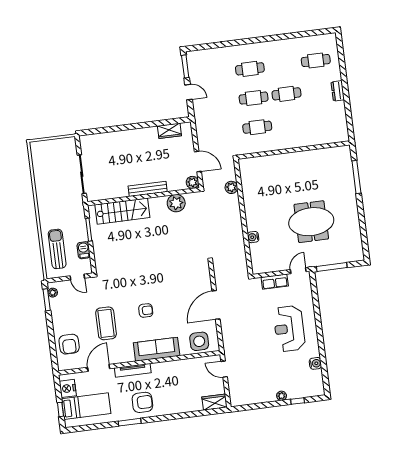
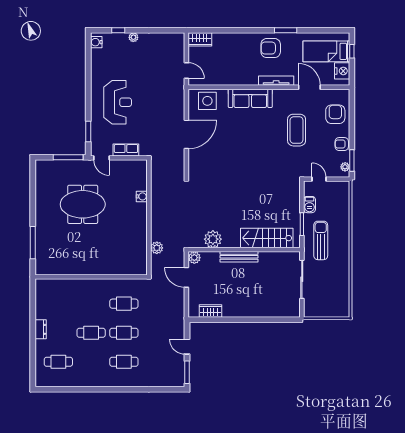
sun lounger: (57, 249) -> (321, 240), moved, turned 180
door: (298, 271) -> (102, 158), hinge flipped
window: (315, 295) -> (88, 132), added
armchair: (146, 310) -> (342, 144), moved
water cooler: (315, 363) -> (96, 42), moved
door: (99, 368) -> (309, 87), swing flipped

